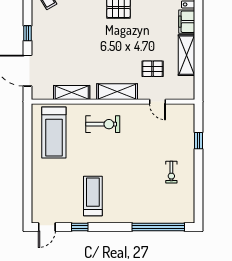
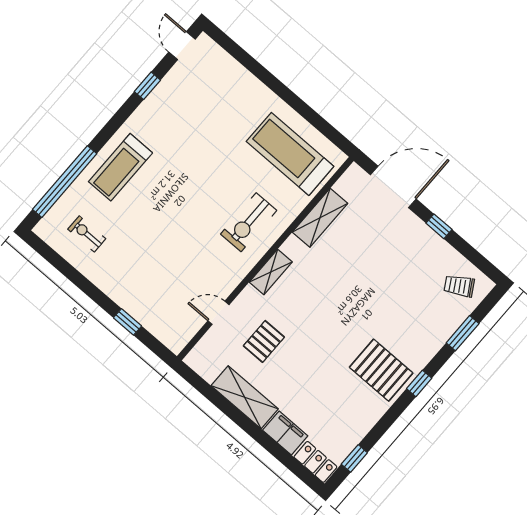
shelving: (117, 92) -> (271, 272), width x0.67, depth x0.75
exercise bike: (171, 172) -> (87, 234), moved
treadmill: (93, 196) -> (120, 167), moved, turned 90

